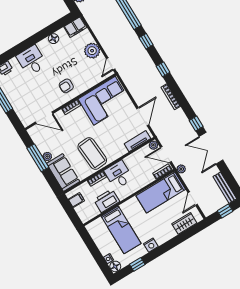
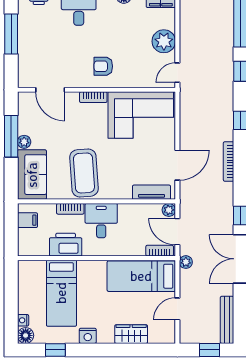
wardrobe: (184, 223) -> (131, 334), moved

